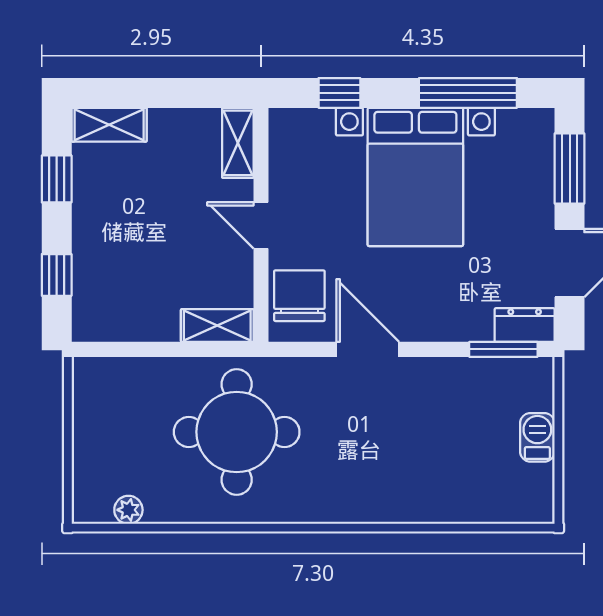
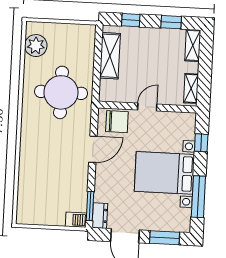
shelving: (238, 143) -> (191, 88), moved, turned 90
shelving: (217, 326) -> (110, 56), moved, width x1.50, depth x1.33
barbecue: (537, 437) -> (76, 220), moved
plant: (128, 510) -> (36, 46), width x1.87, depth x1.87

